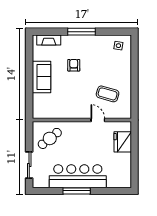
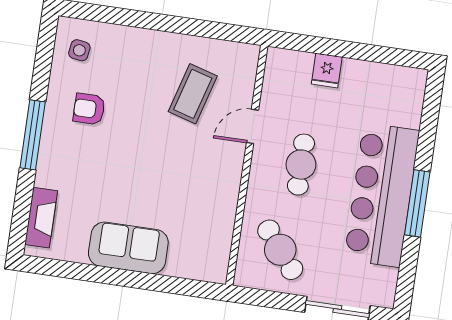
armchair: (74, 65) -> (89, 109), moved
cafe table: (85, 142) -> (301, 165), added
fridge: (123, 142) -> (327, 71), width x0.53, depth x0.75

